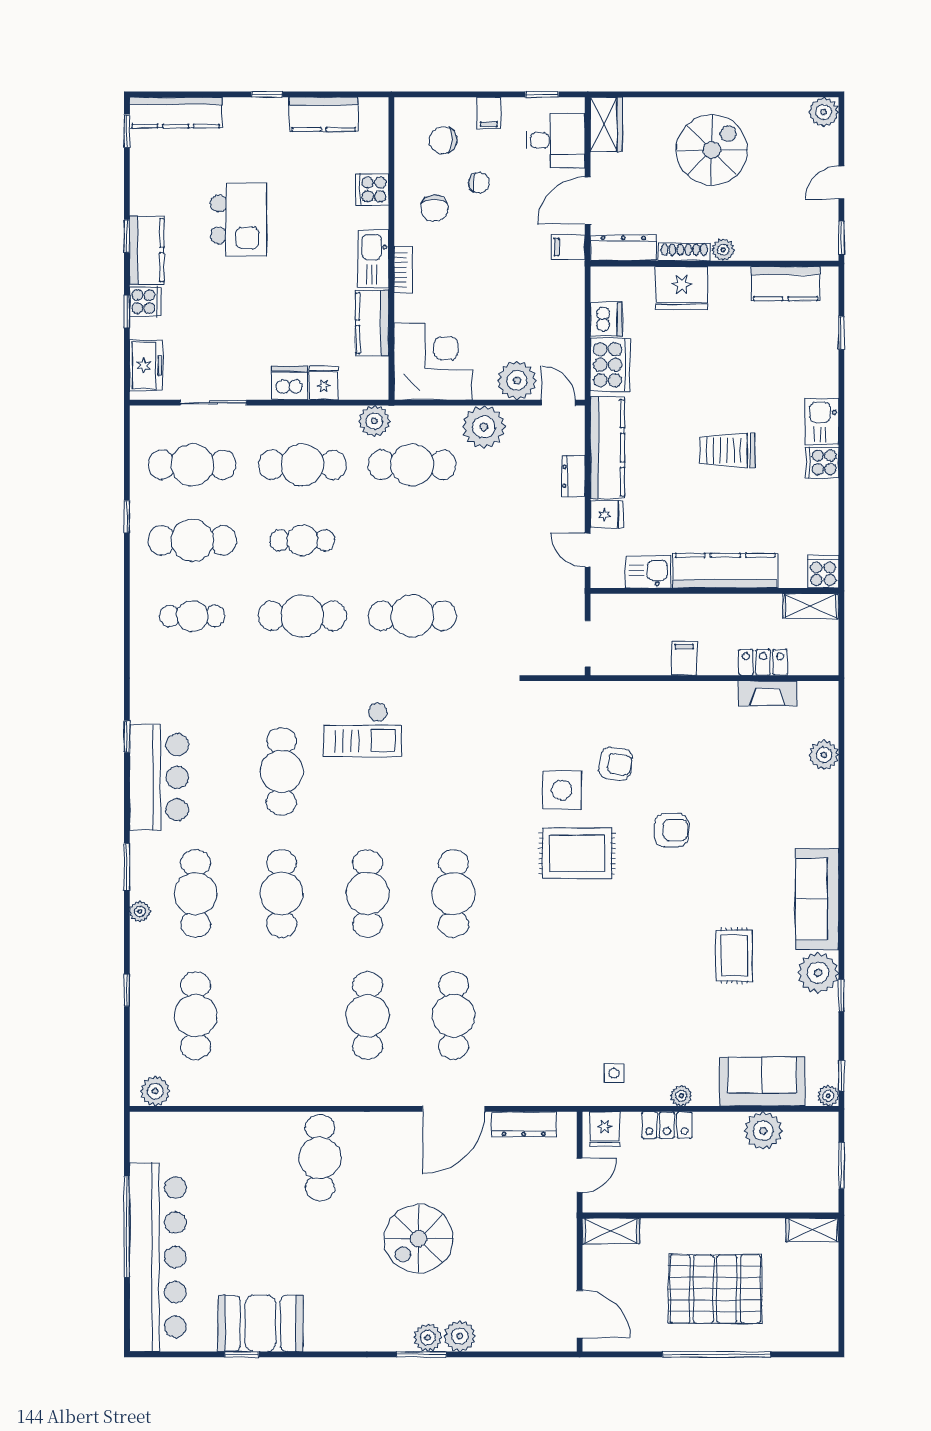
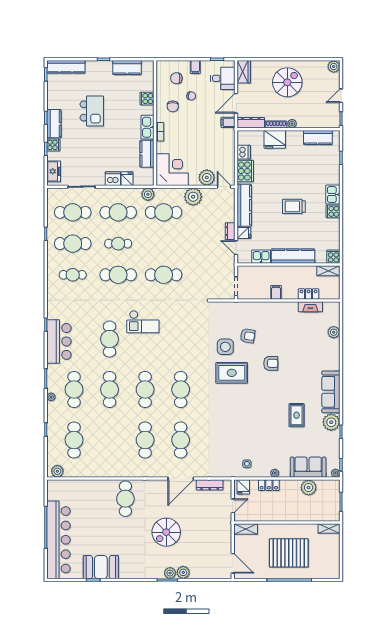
dresser: (573, 476) -> (230, 231), moved

